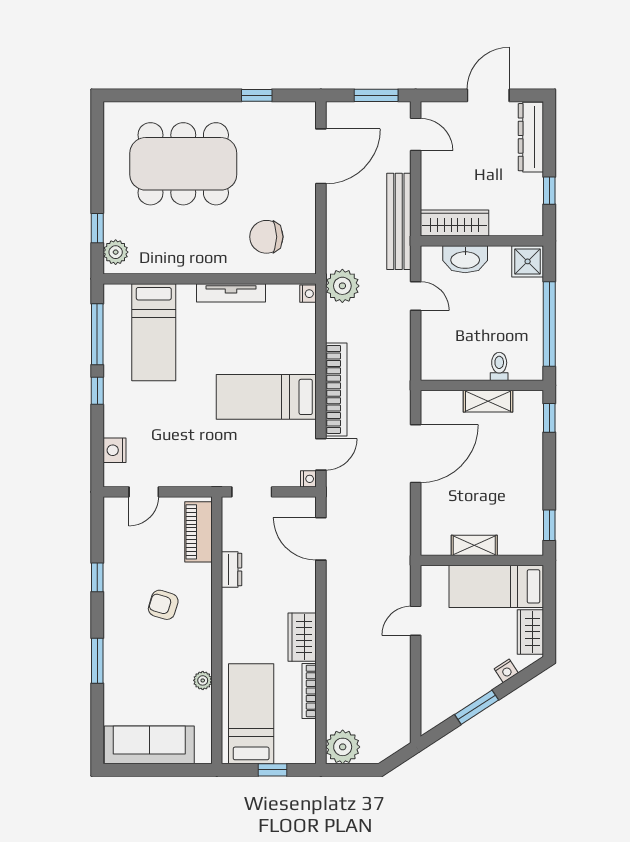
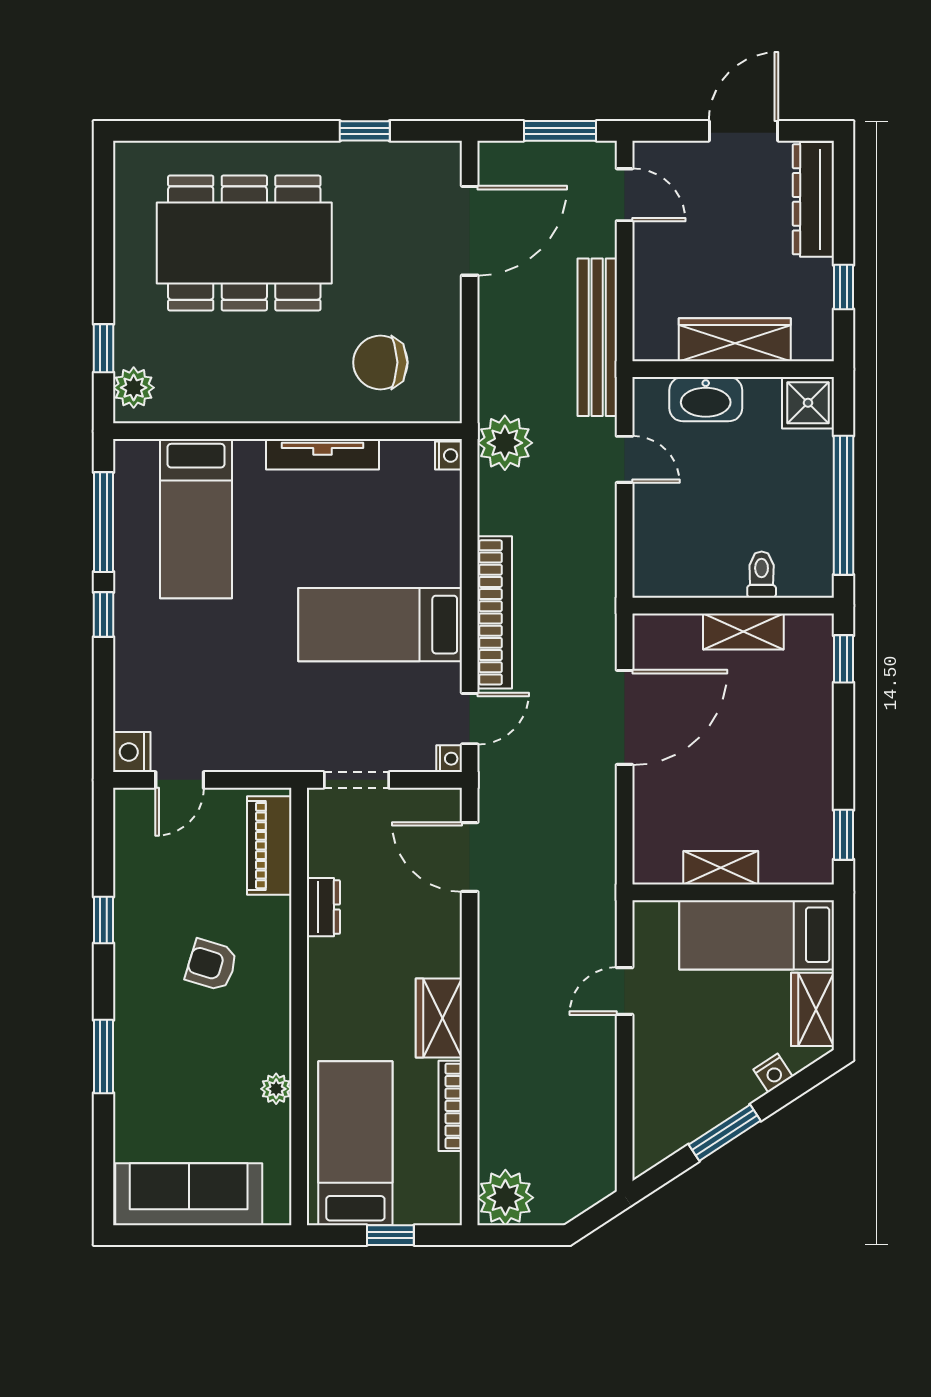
wardrobe: (454, 223) -> (735, 340), moved
nightstand: (114, 450) -> (132, 752), moved

